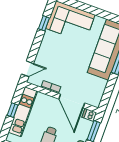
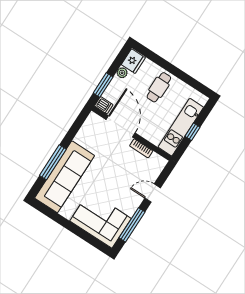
window: (44, 23) -> (132, 225), width x2.17
door: (28, 69) -> (153, 193), moved

